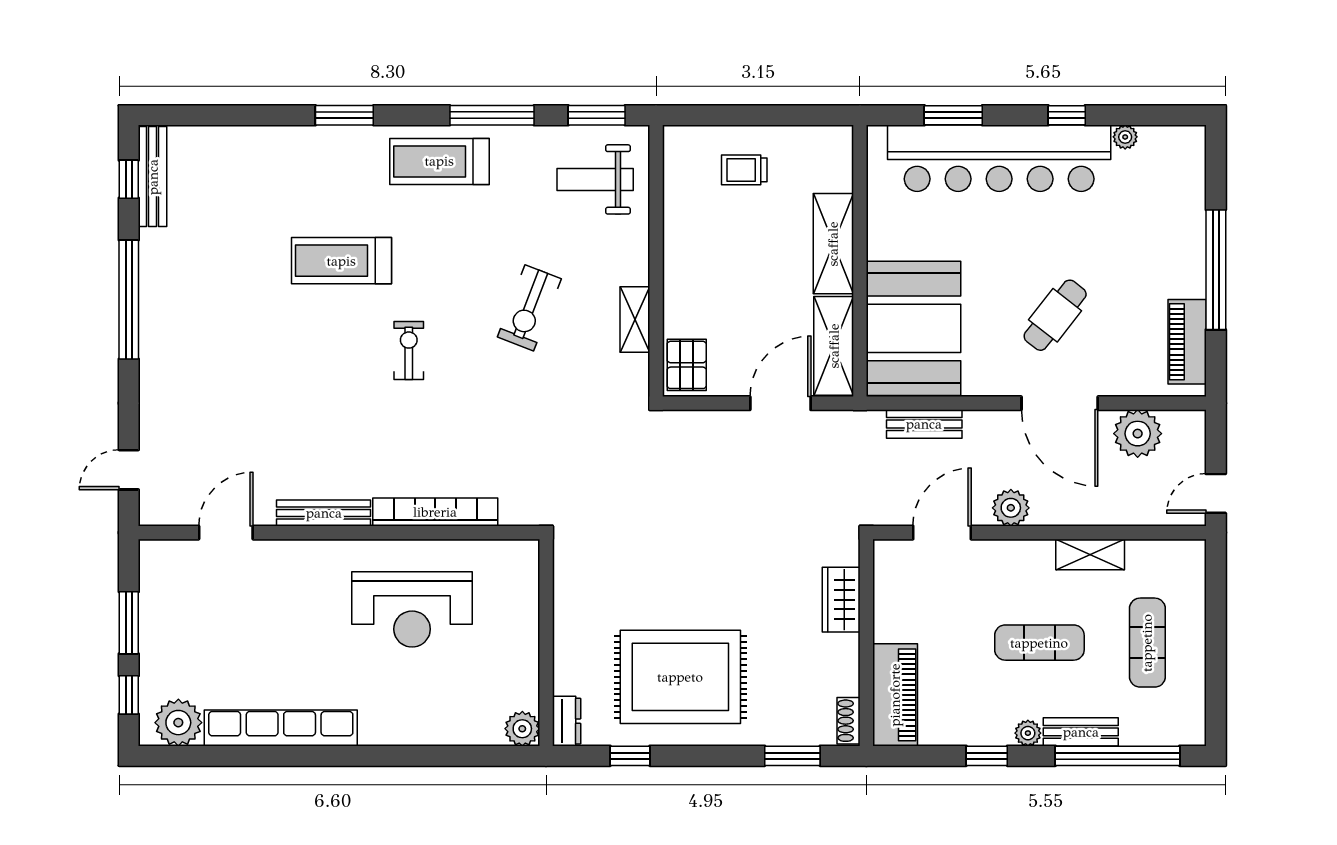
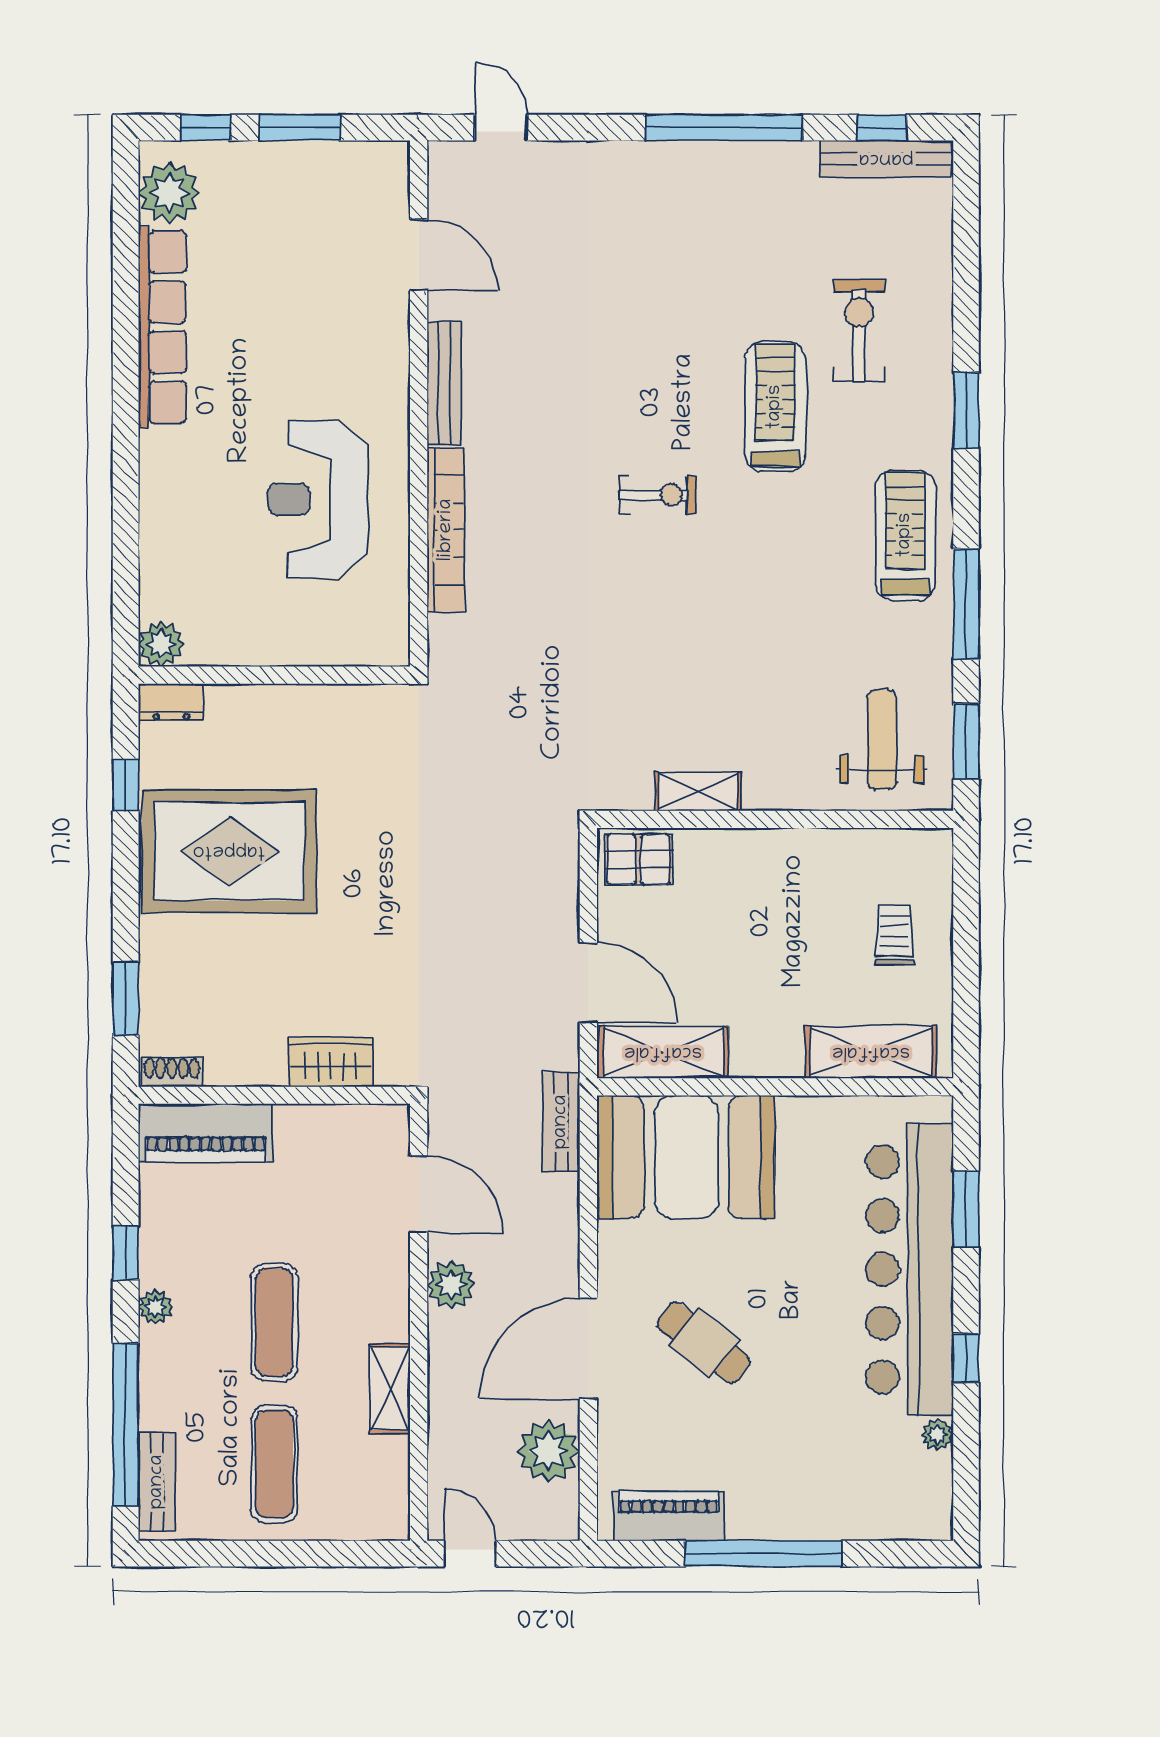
shelving: (833, 244) -> (871, 1052), moved
exercise bike: (529, 308) -> (859, 331), moved, turned 69
bench: (924, 424) -> (561, 1122), moved
exercise mat: (1147, 643) -> (274, 1464), turned 90
rug: (680, 677) -> (229, 851), turned 90
bench: (1081, 732) -> (157, 1482), moved

